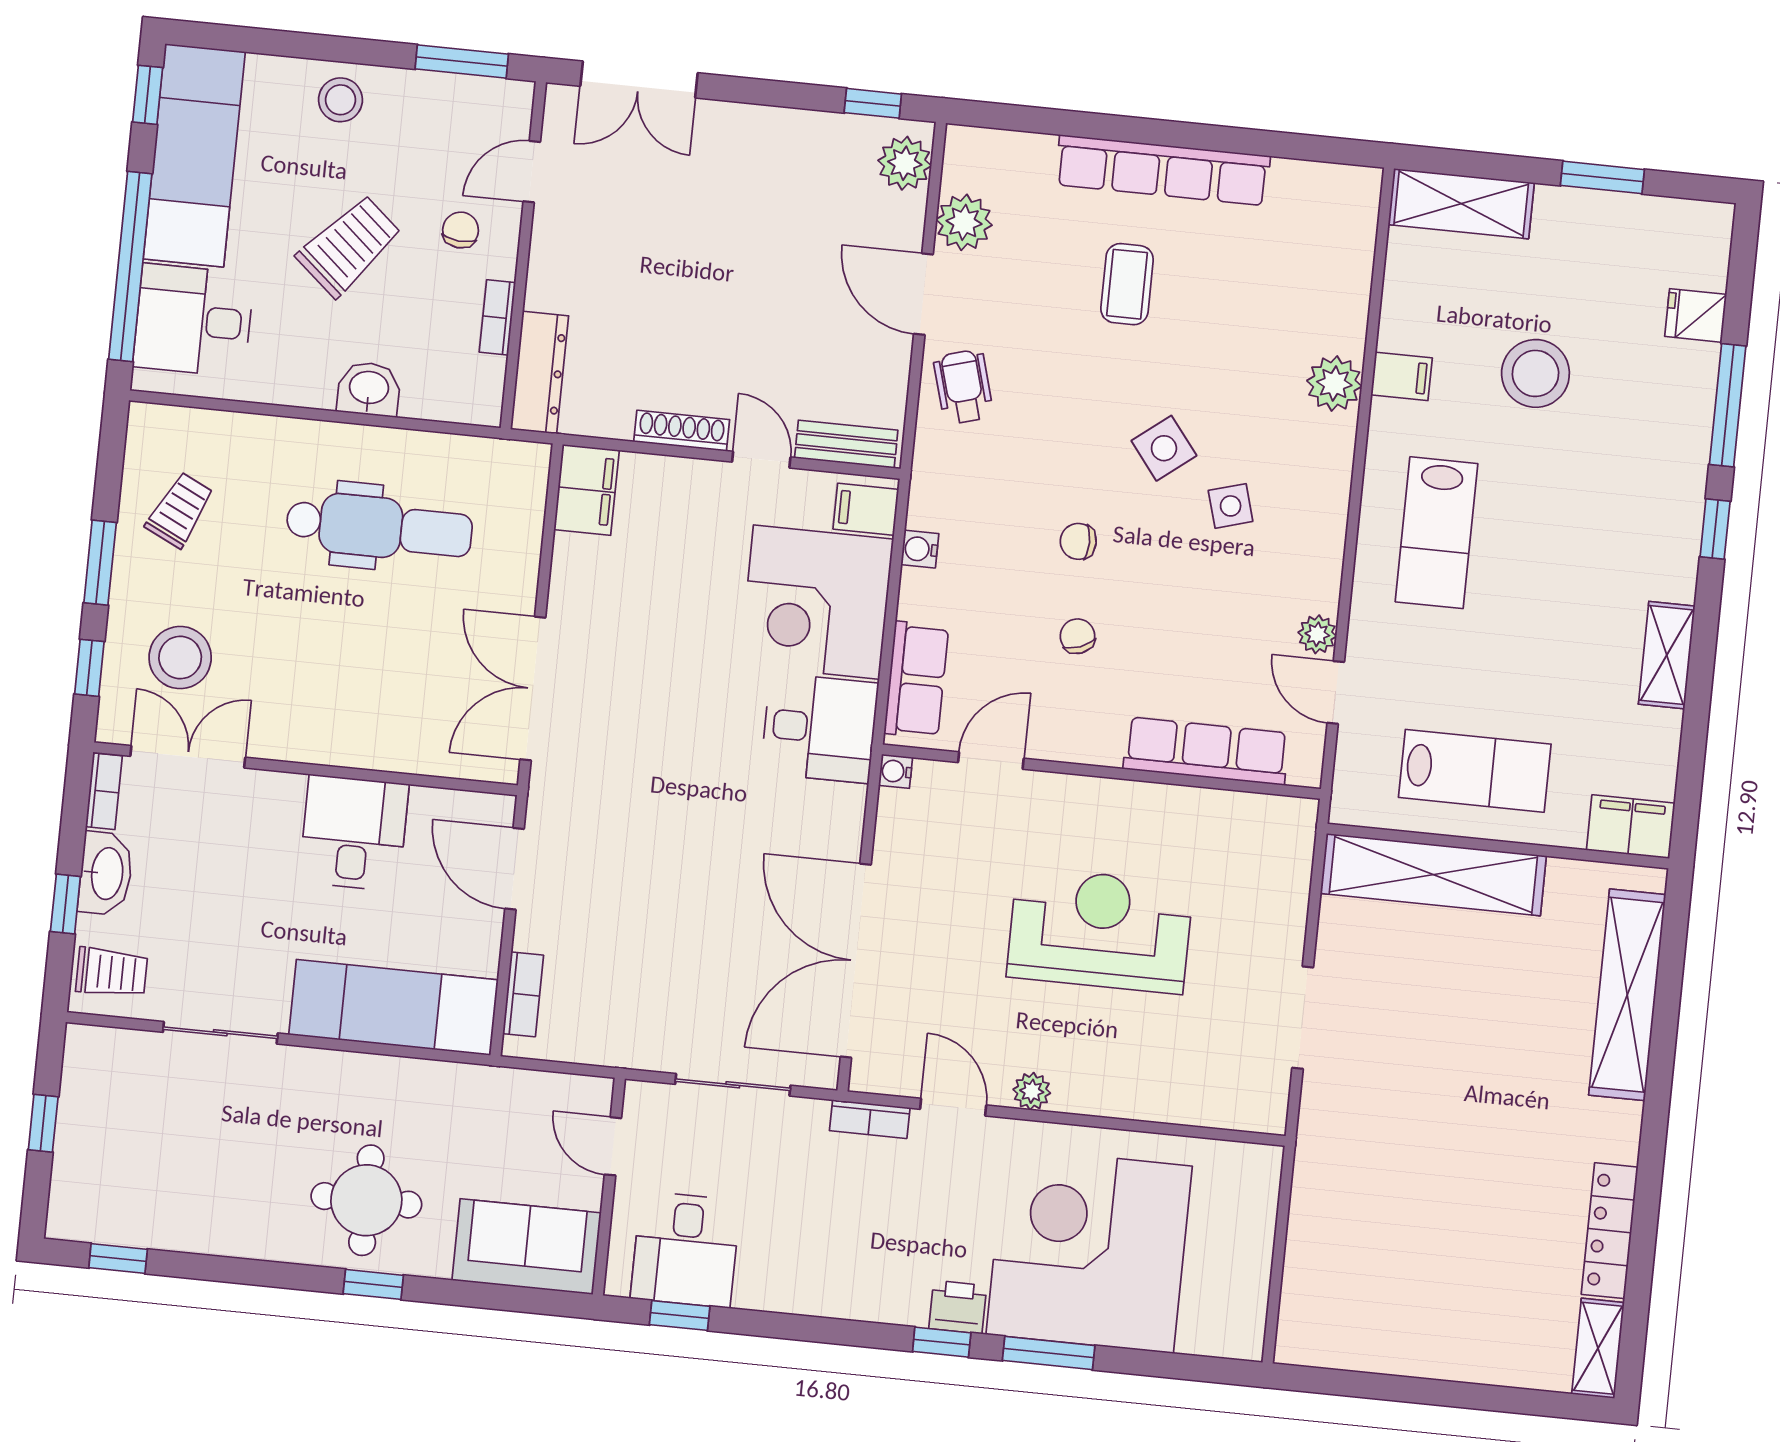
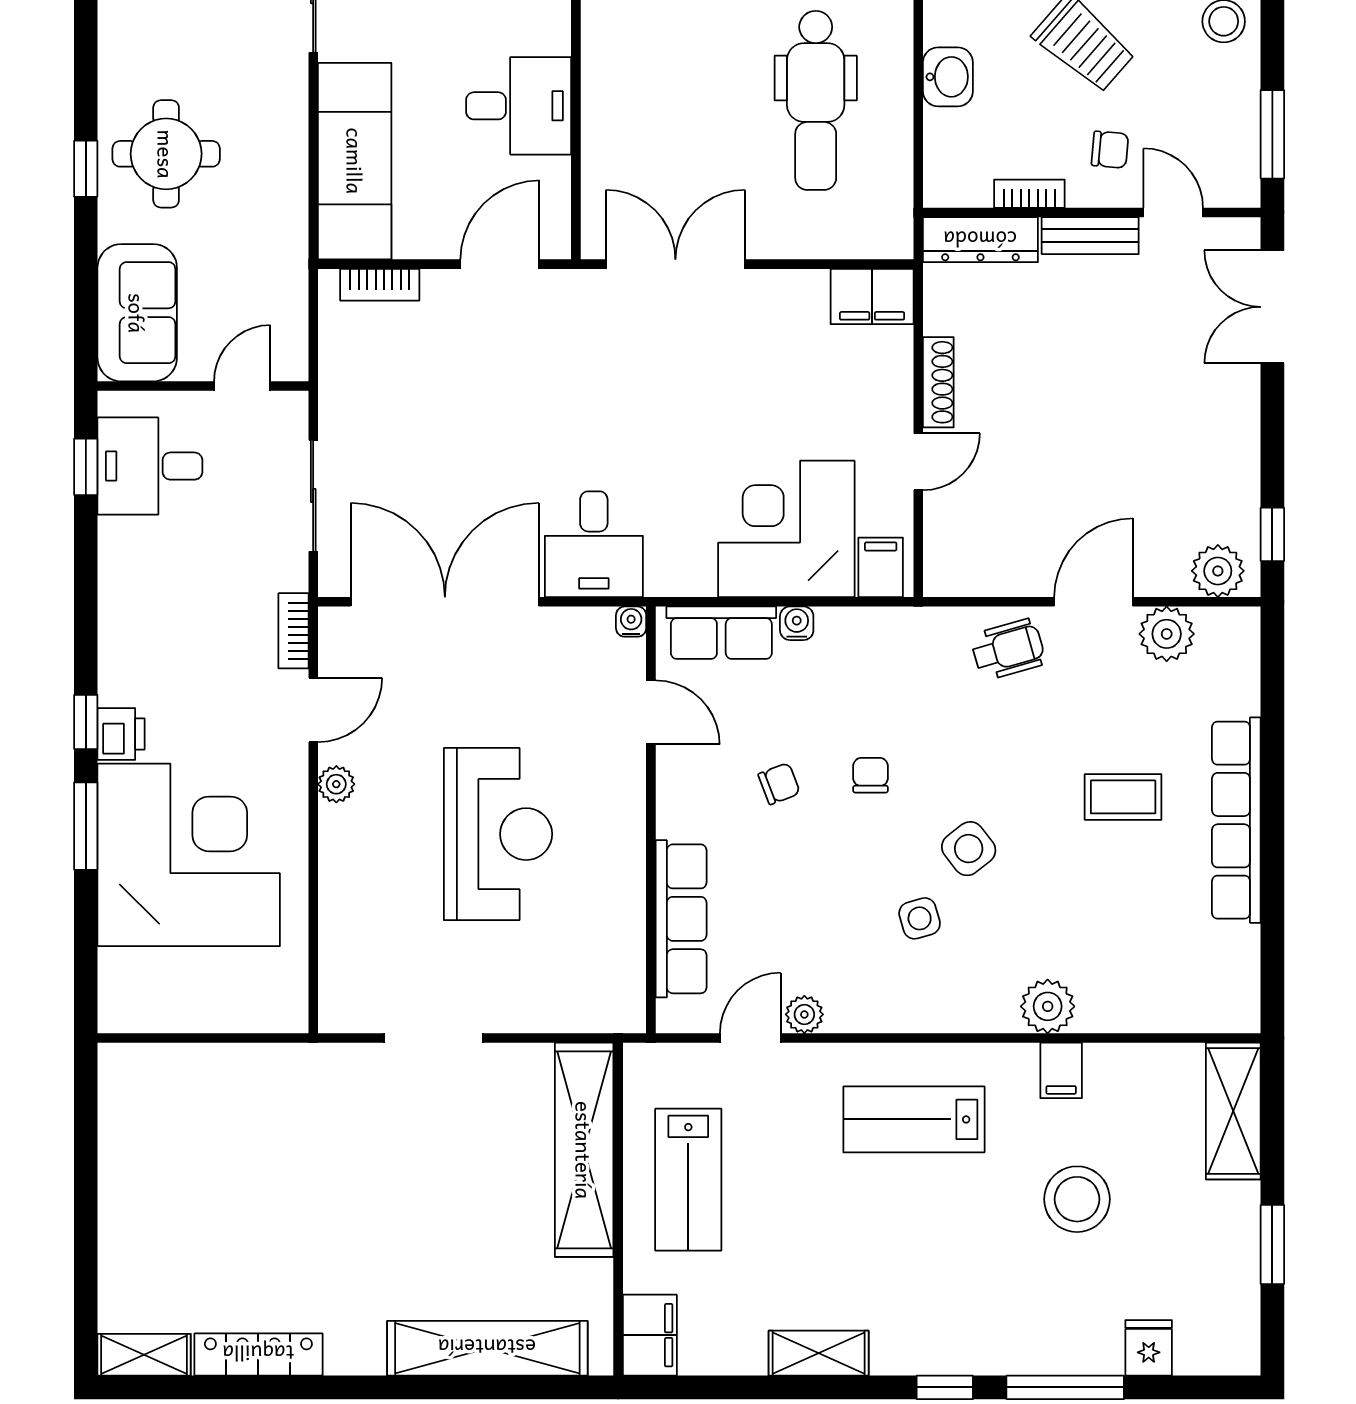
bench: (846, 444) -> (1090, 236), moved, turned 90
water cooler: (920, 549) -> (797, 623), moved
desk: (820, 728) -> (594, 544), moved

